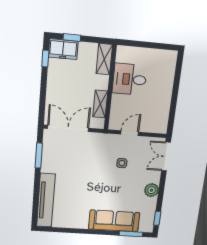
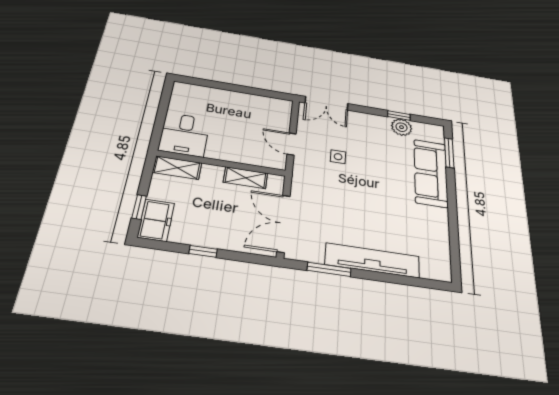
window: (45, 59) -> (203, 251), moved
desk: (130, 79) -> (184, 135), moved
plant: (152, 190) -> (402, 127), moved
tv unit: (46, 200) -> (372, 260), moved
window: (157, 218) -> (399, 115), moved

